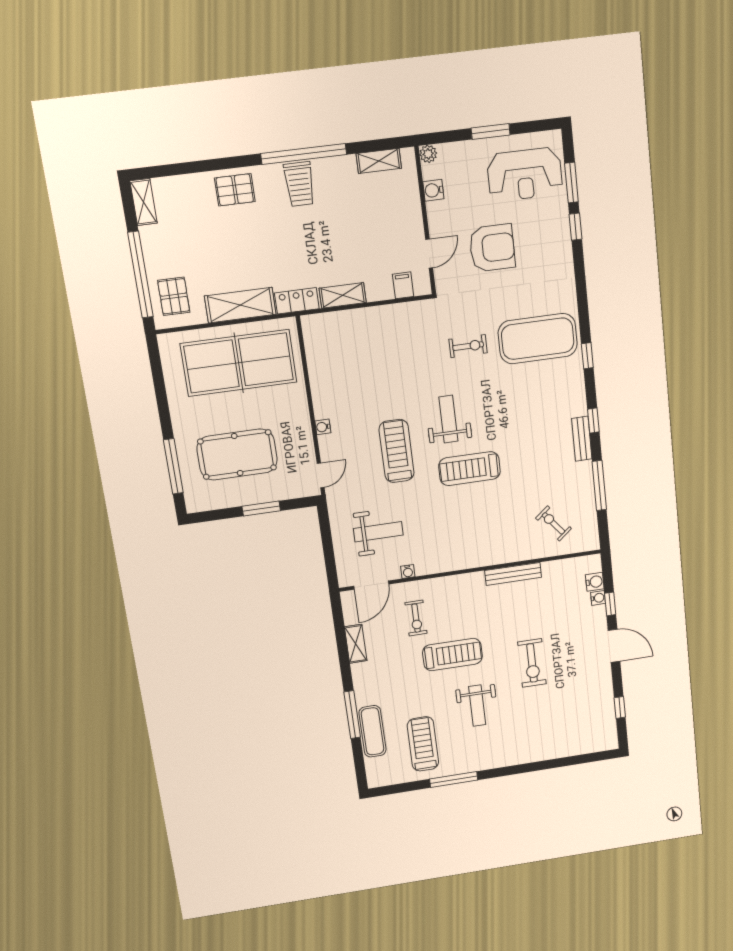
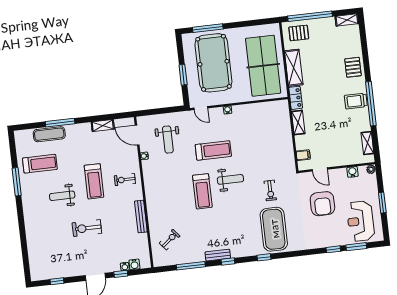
pool table: (237, 454) -> (213, 63), width x1.36, depth x1.32
treadmill: (470, 469) -> (202, 191), turned 180
exercise bike: (416, 618) -> (125, 180), moved

